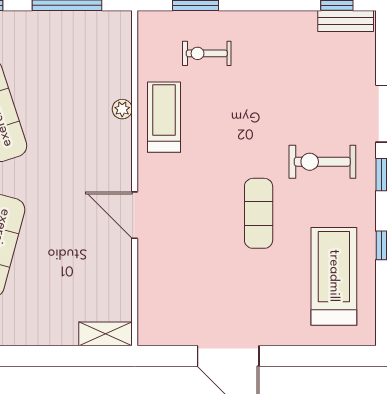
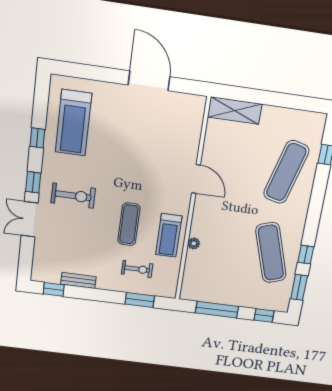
bench: (346, 21) -> (78, 280), moved
exercise mat: (259, 213) -> (129, 224), moved
shelving: (106, 334) -> (235, 111), width x1.50, depth x1.33

